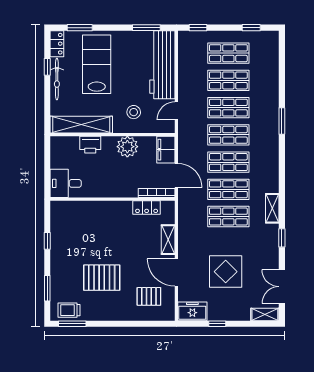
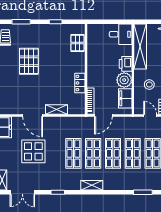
printer: (90, 145) -> (126, 64), moved
filing cabinet: (166, 150) -> (125, 98), moved, turned -90
desk: (66, 183) -> (121, 34), moved, turned 90
locker: (147, 207) -> (80, 83), moved
shelving: (272, 208) -> (92, 185), moved
door: (176, 272) -> (33, 116), swing flipped
double door: (282, 287) -> (22, 192), swing flipped
pallet: (149, 296) -> (77, 43), moved

